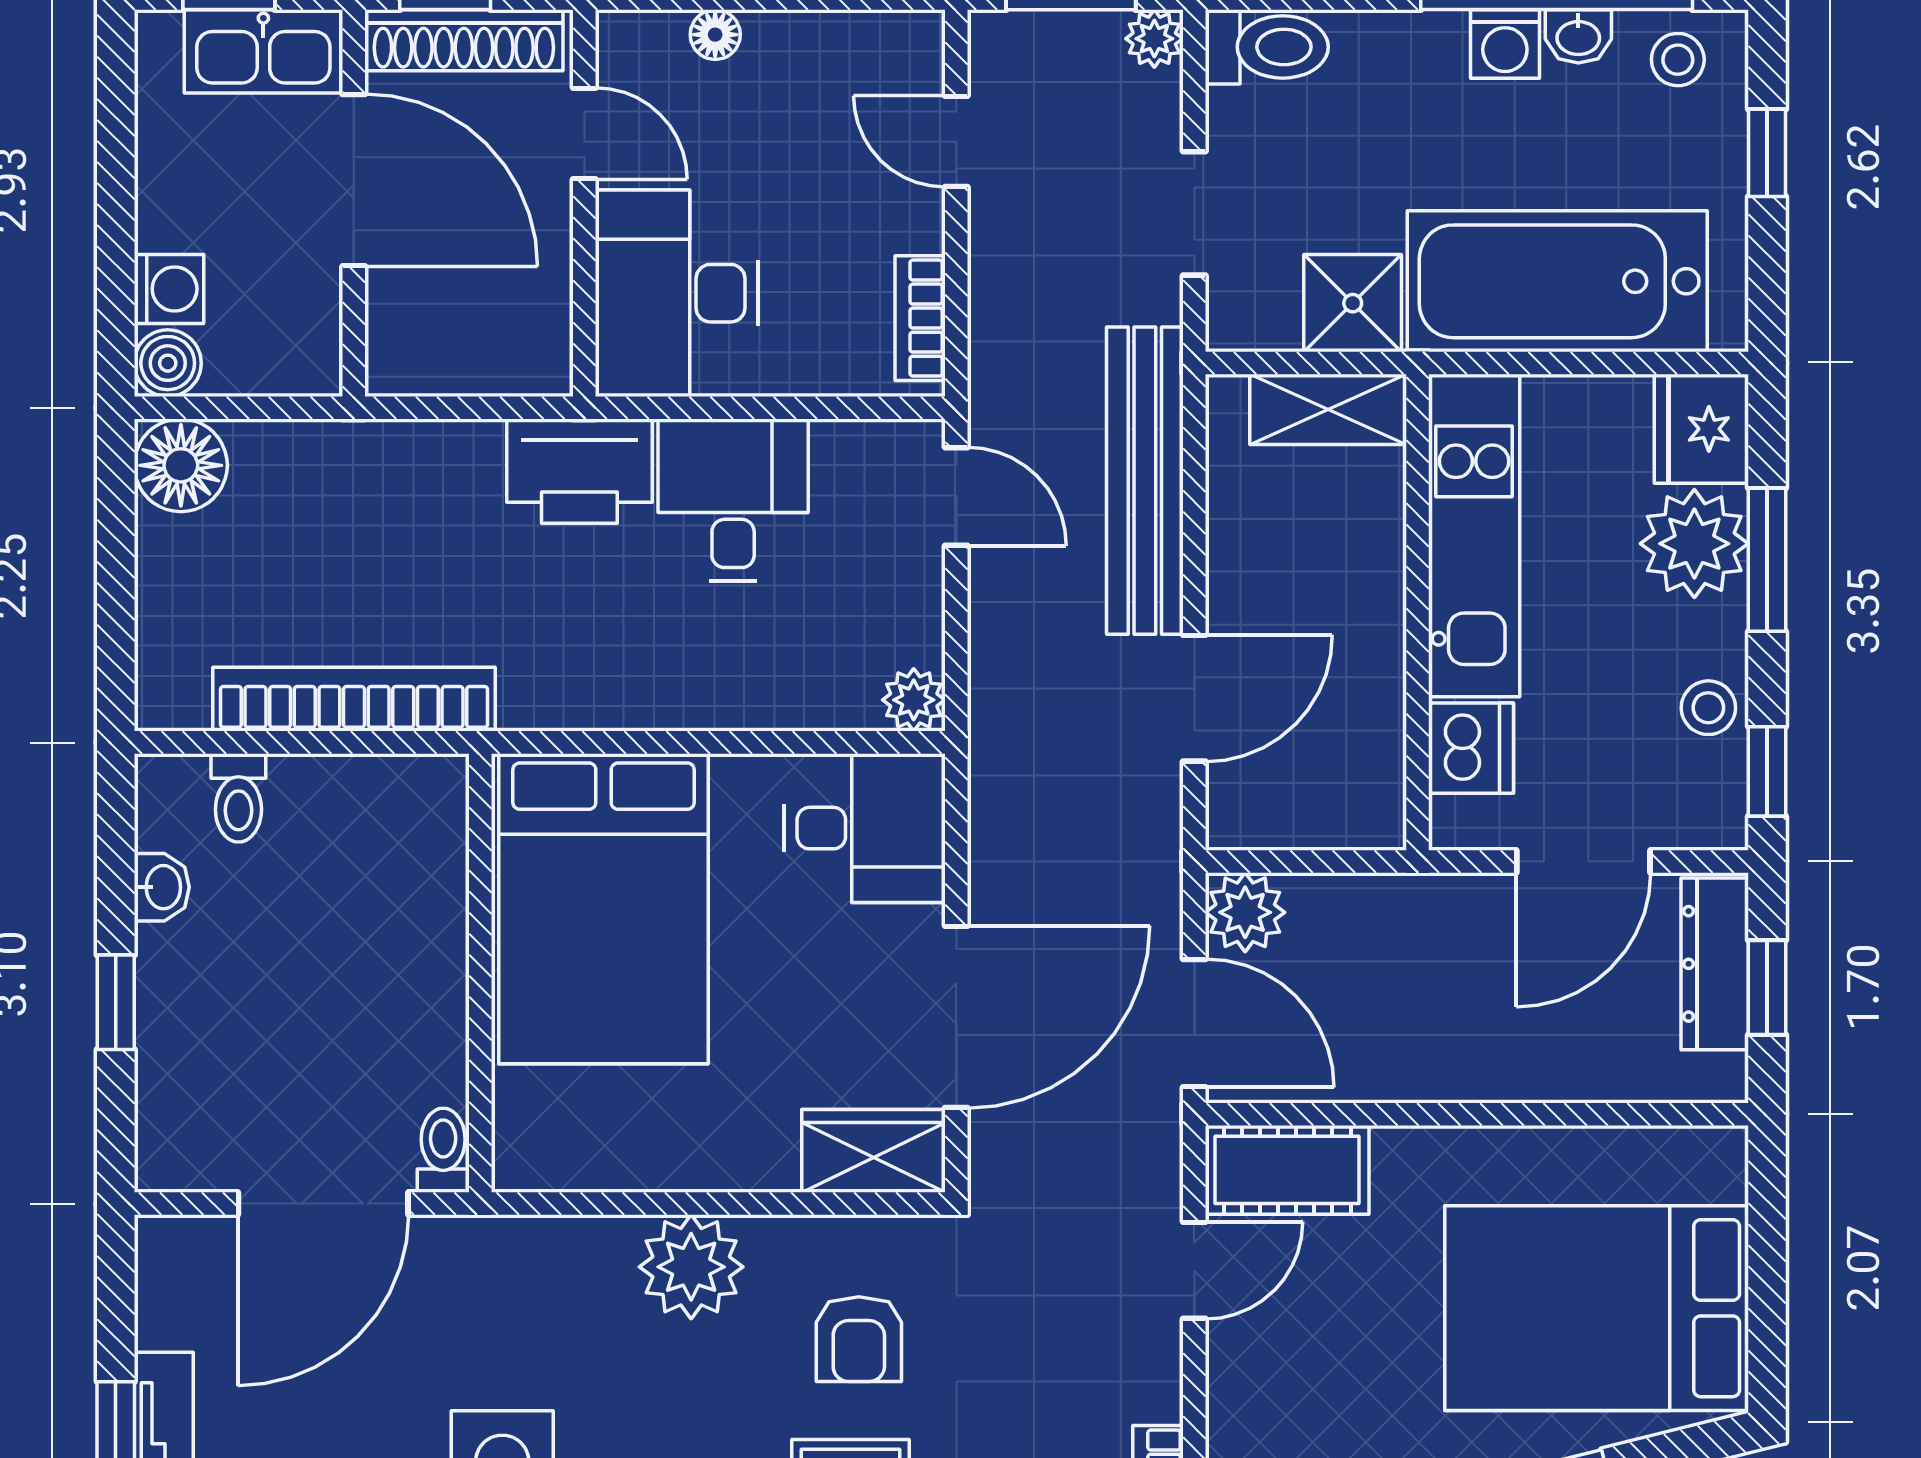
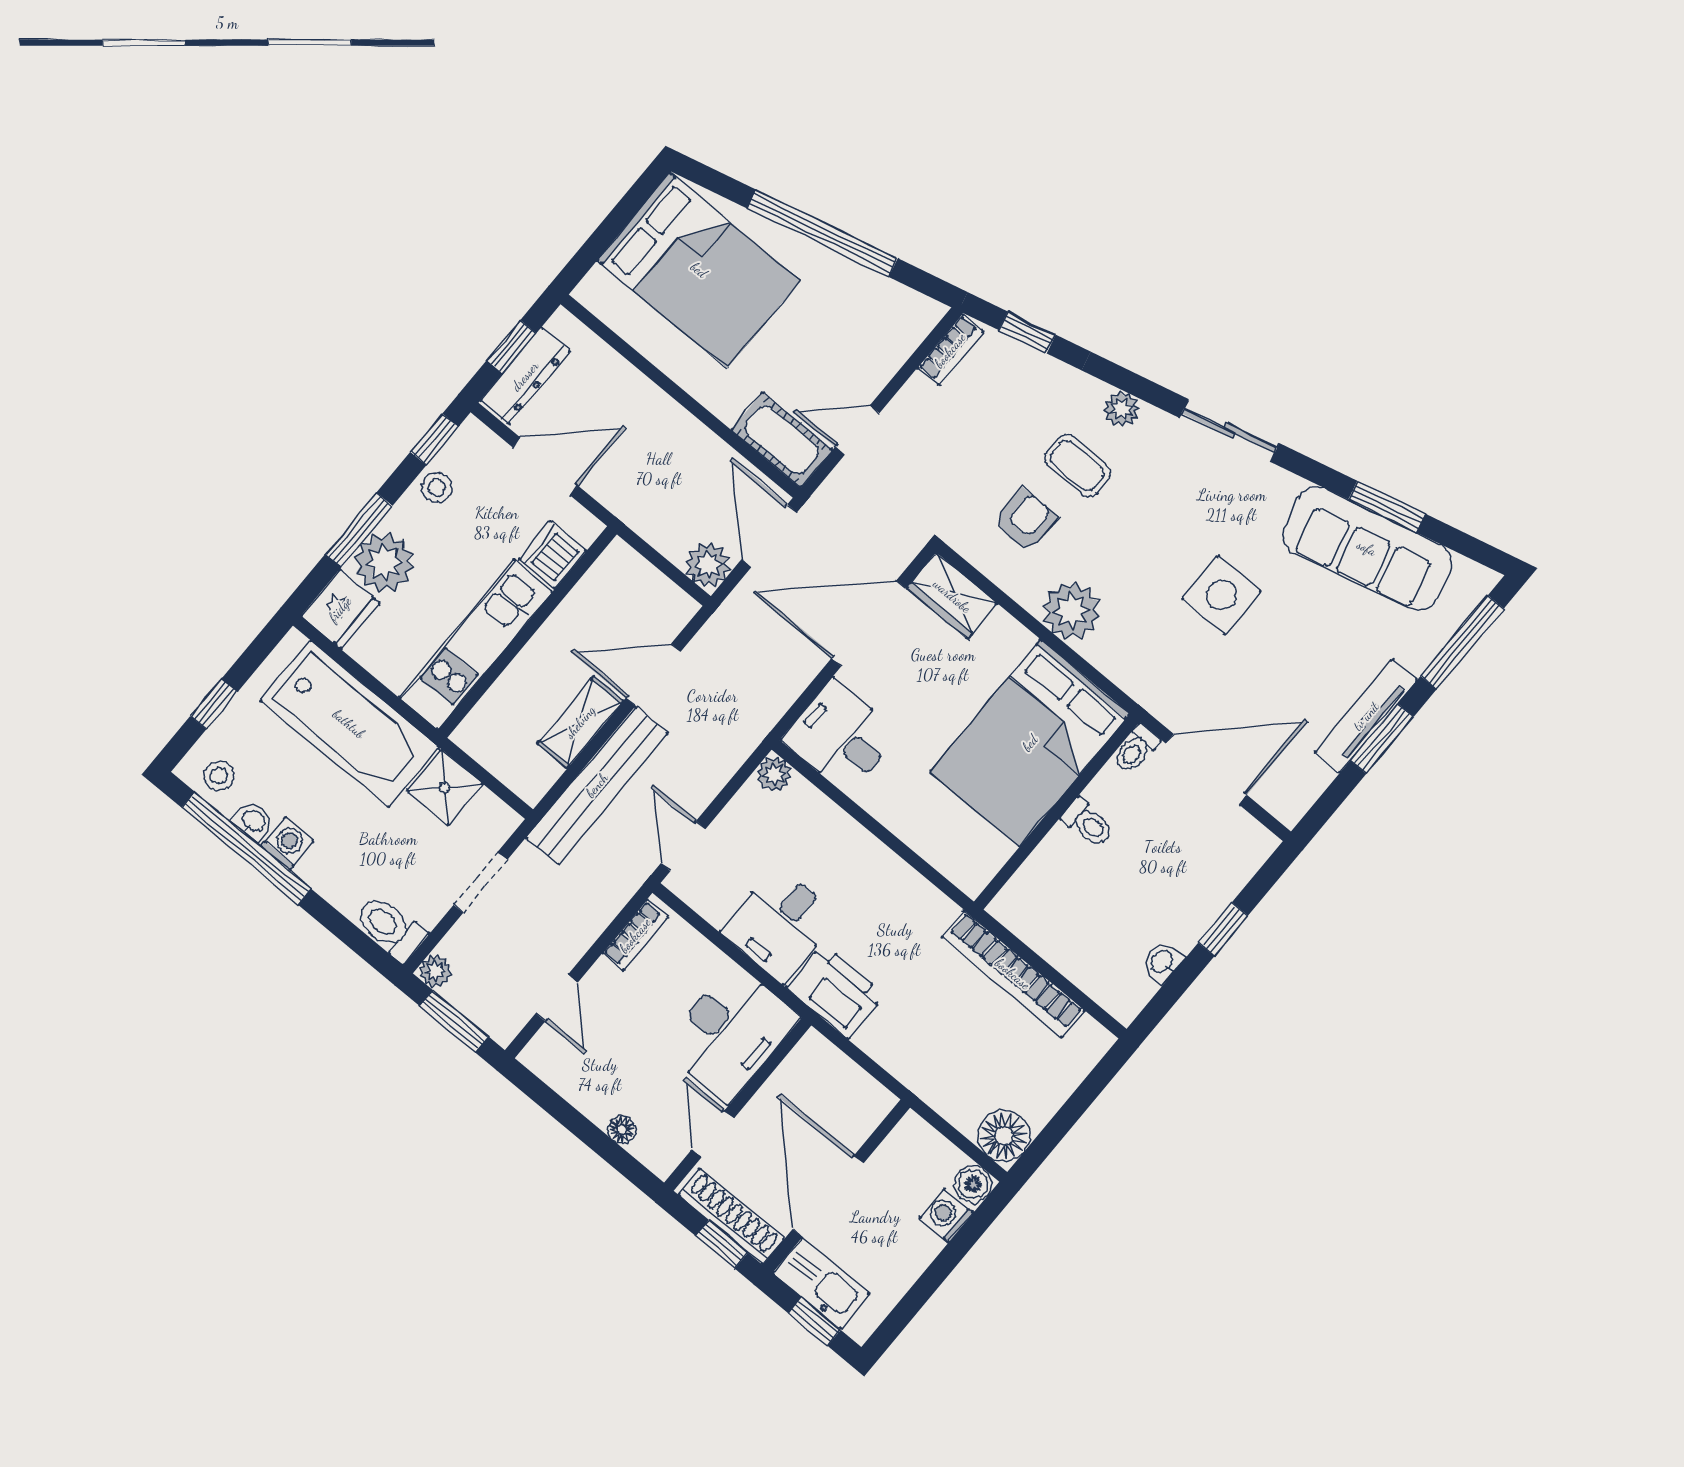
shelving: (1328, 409) -> (580, 722), moved, turned 90
toilet: (238, 798) -> (1088, 823), moved, turned 90
bed: (604, 909) -> (1030, 743), moved, turned 180

